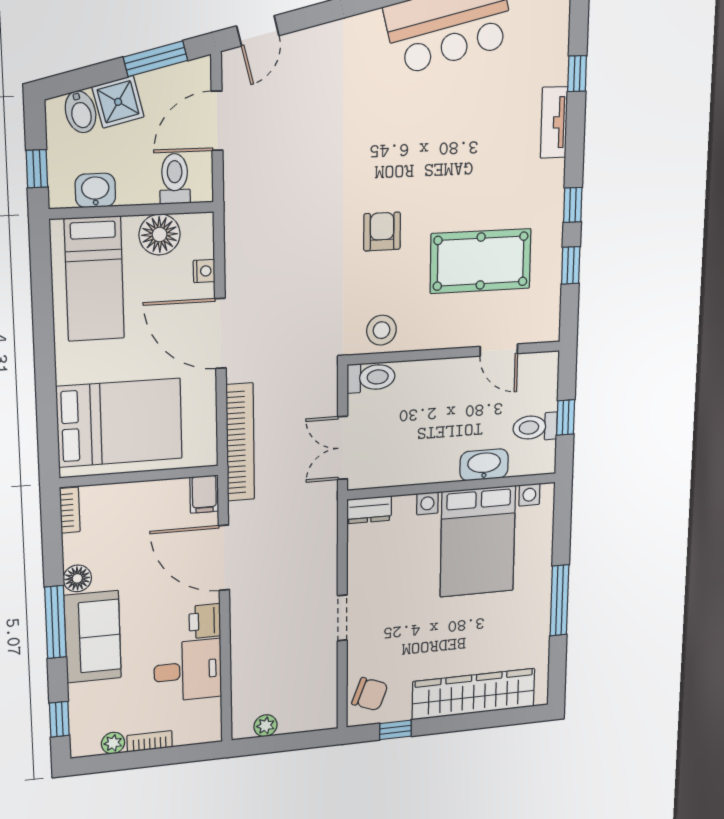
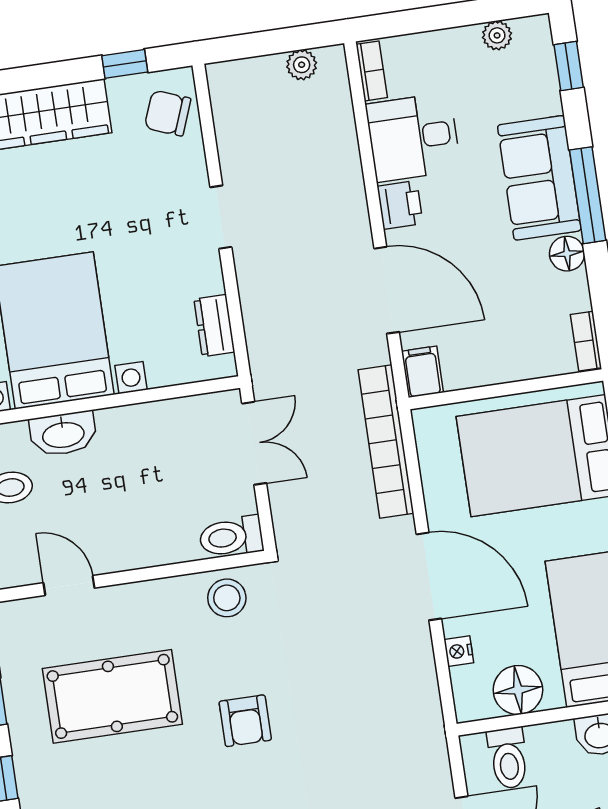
dresser: (369, 510) -> (214, 326), moved, turned -90
bookcase: (150, 741) -> (372, 71), moved, turned -90

